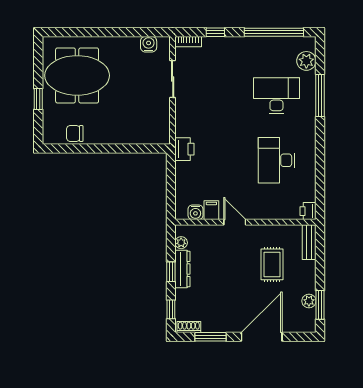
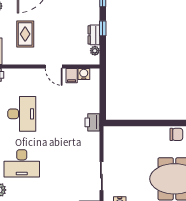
dresser: (182, 269) -> (94, 35), width x0.70

